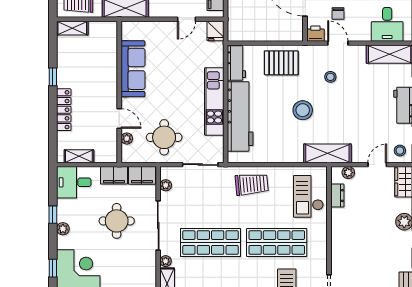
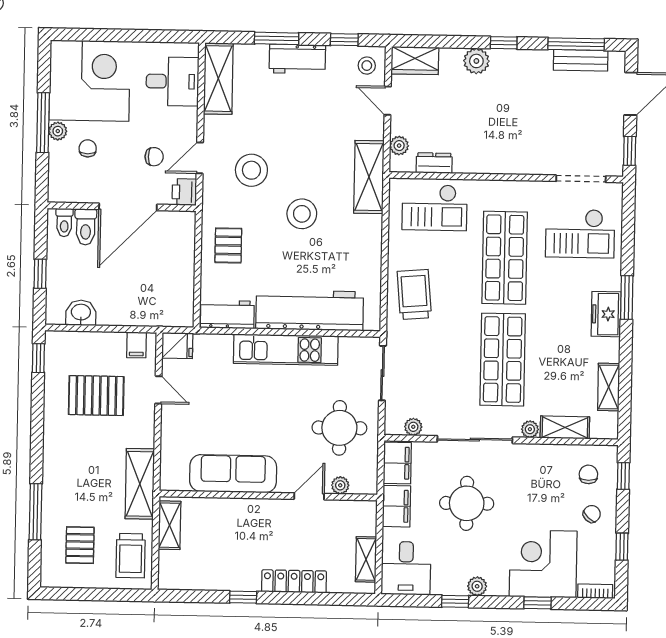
shelving: (72, 28) -> (169, 525), moved
pallet: (281, 63) -> (228, 245), width x0.67, depth x0.71
stool: (330, 77) -> (251, 170), width x1.89, depth x1.89

